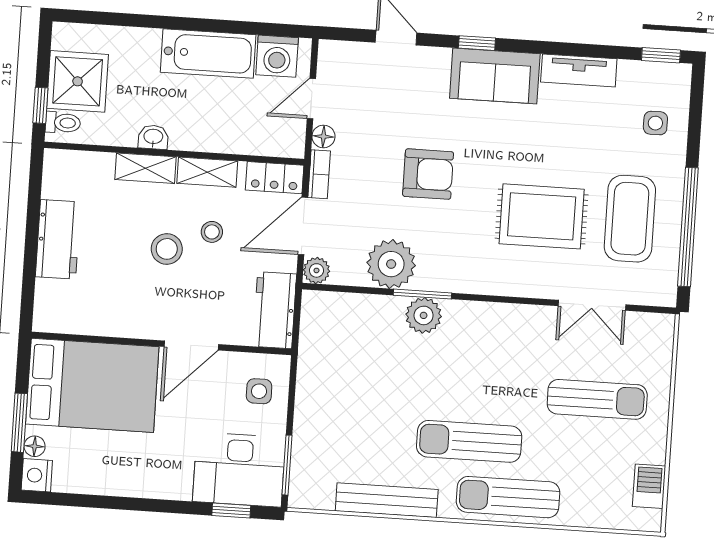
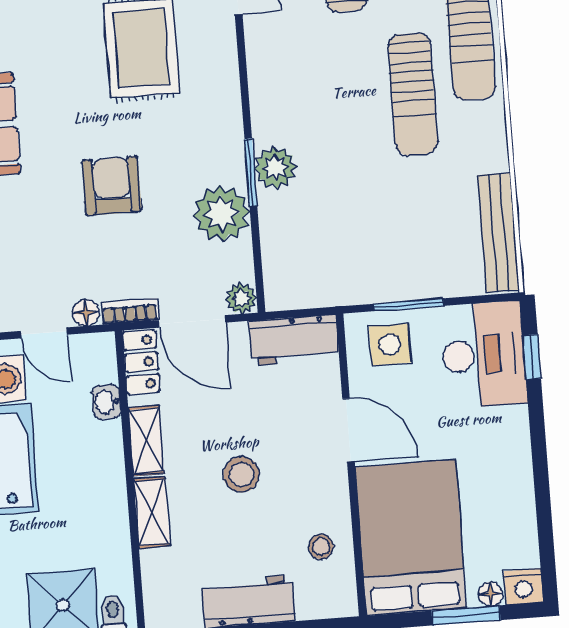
washbasin: (153, 137) -> (106, 402), moved
stool: (212, 232) -> (321, 547), moved
side table: (259, 391) -> (390, 345), width x1.37, depth x1.37
window: (287, 465) -> (408, 305), moved
bench: (387, 500) -> (498, 233), moved

